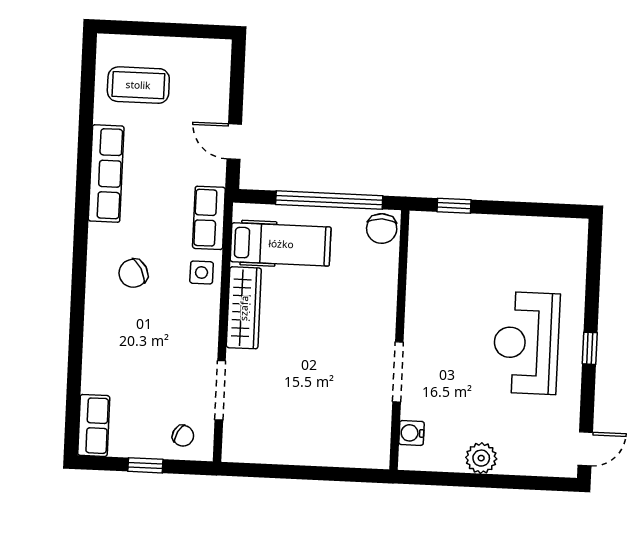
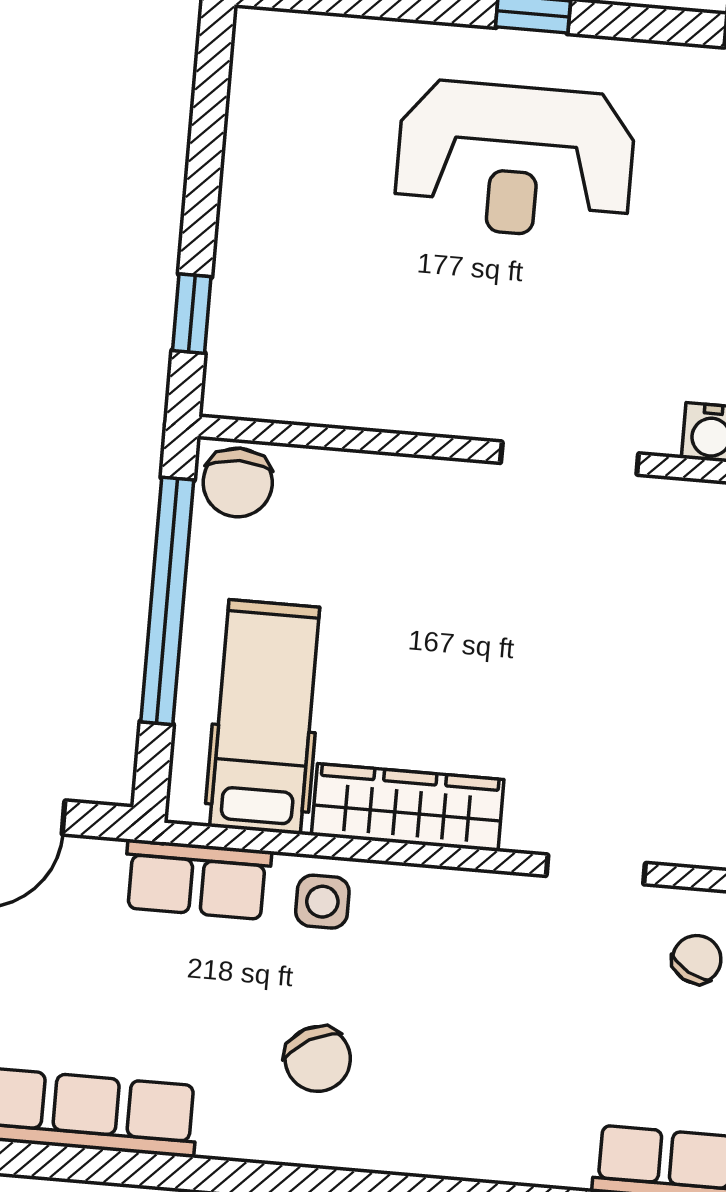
chair: (382, 229) -> (238, 483), turned 90
doorway: (220, 390) -> (596, 869), width x0.73

